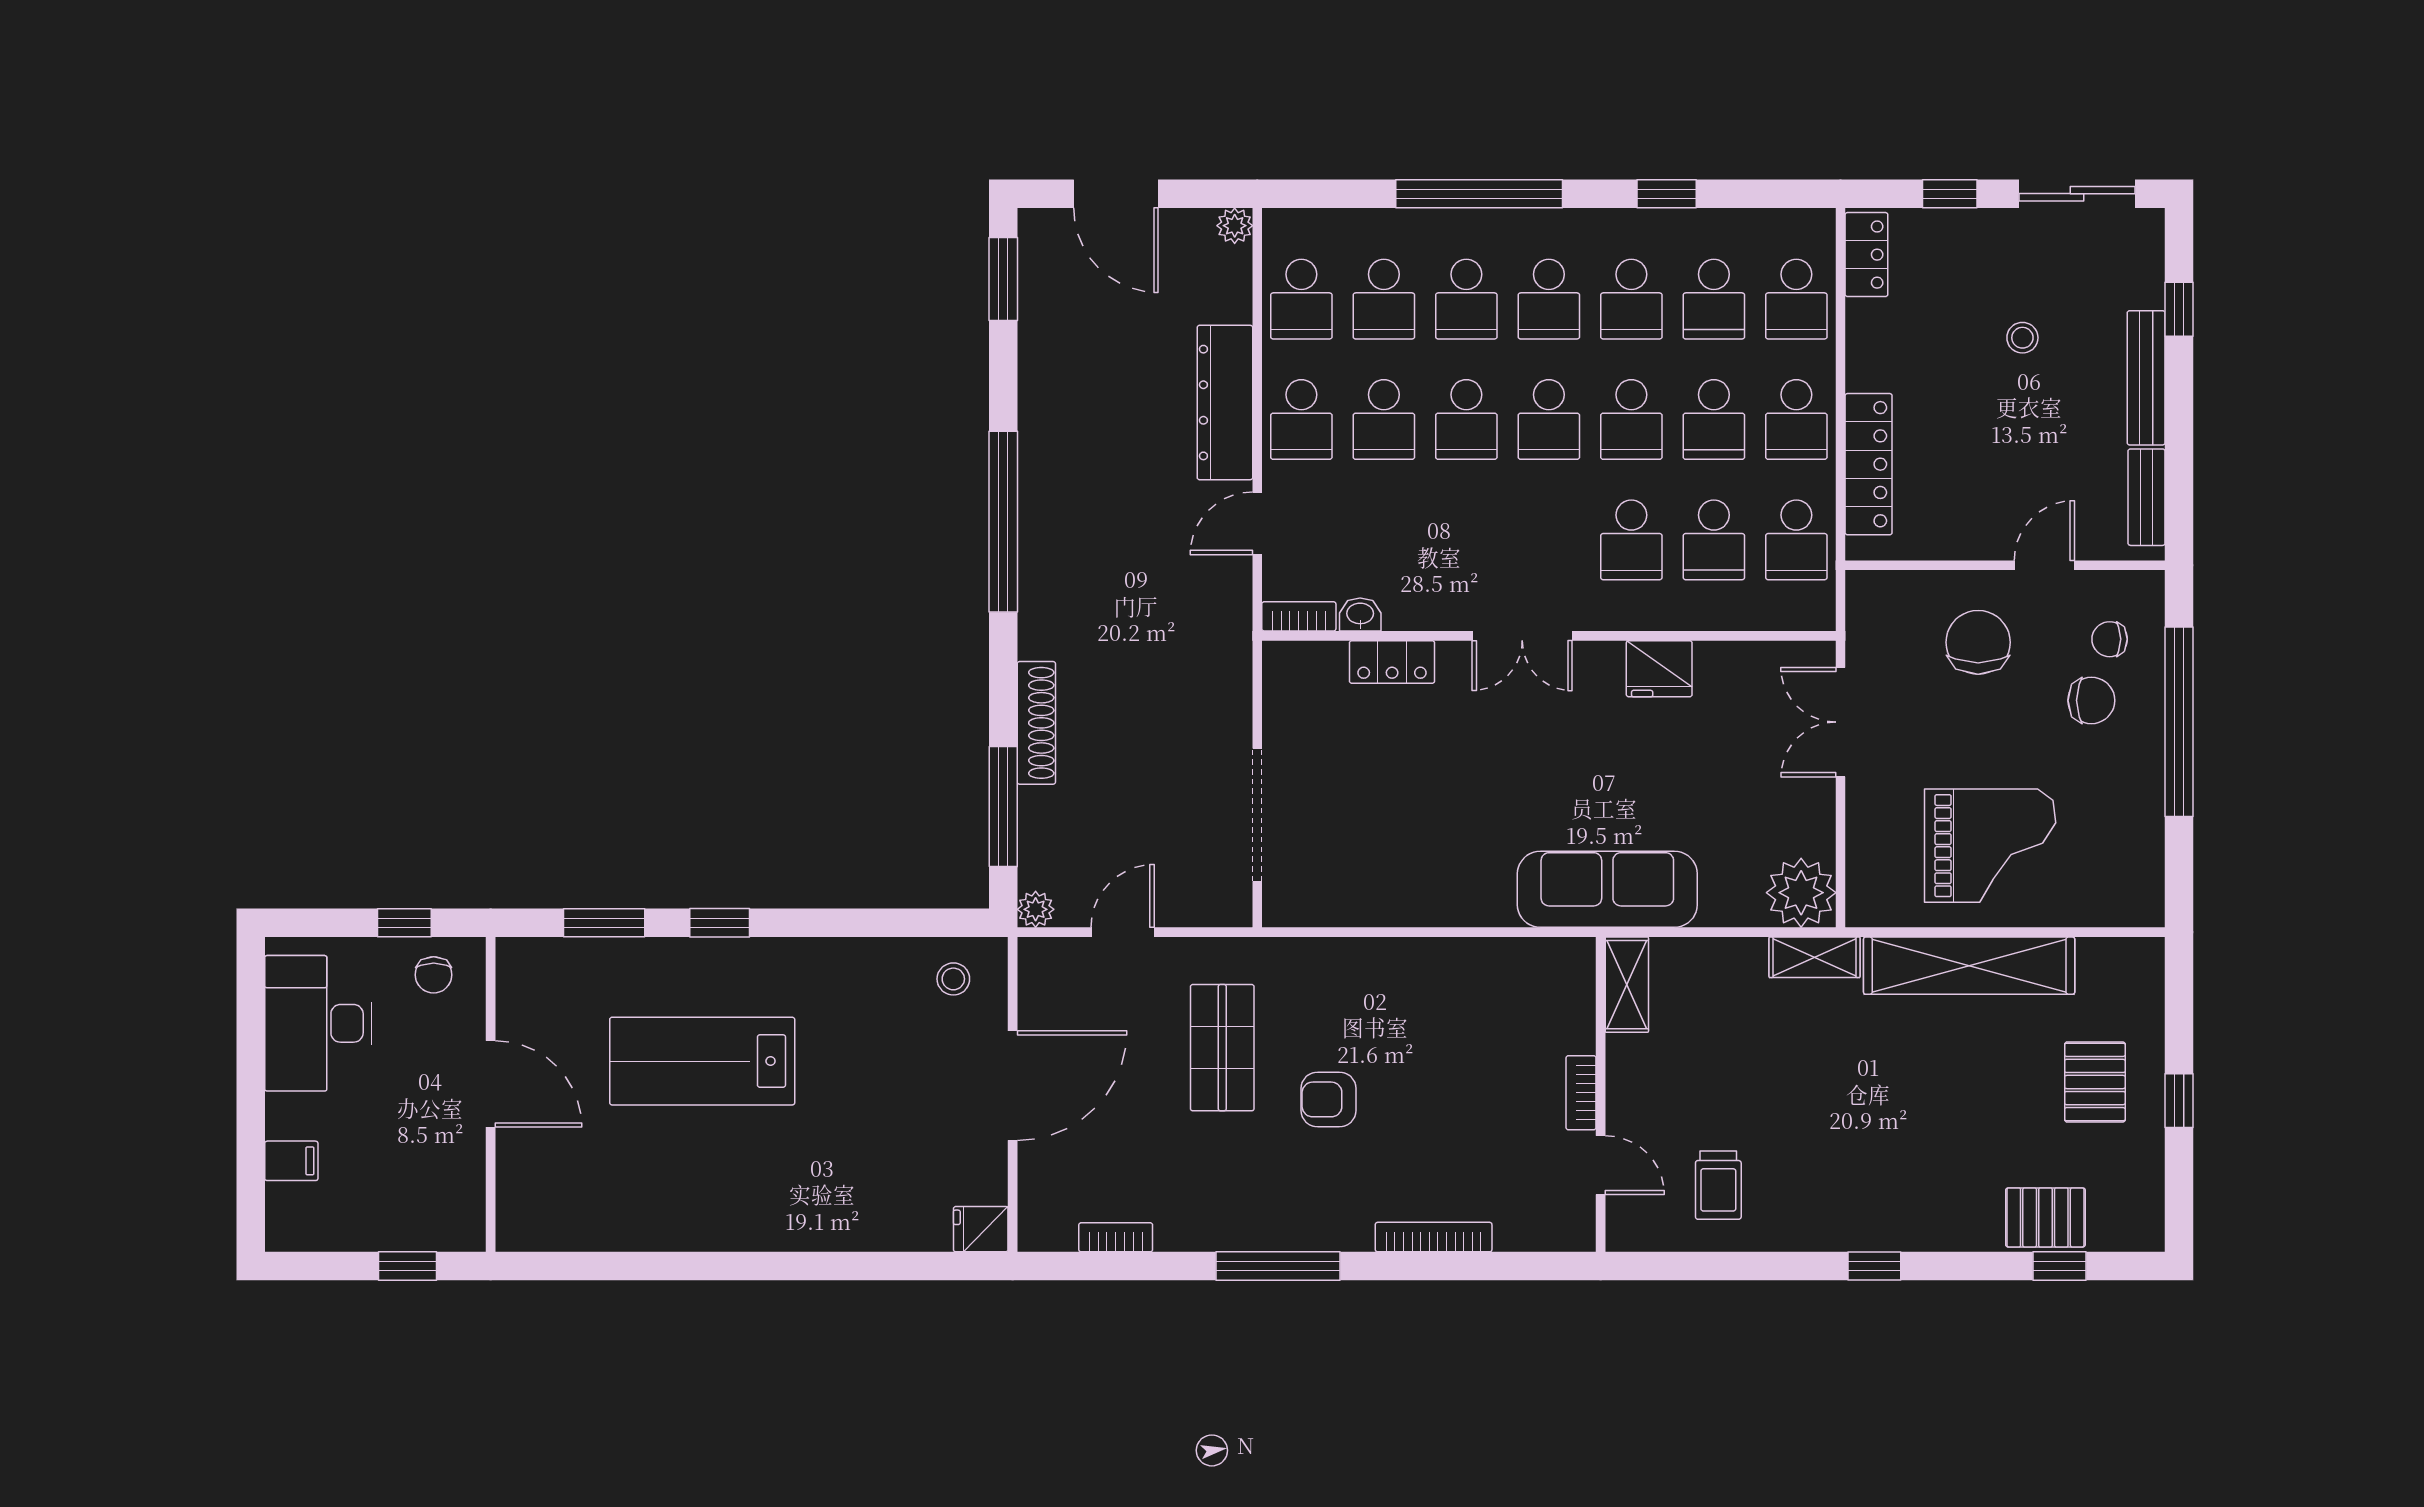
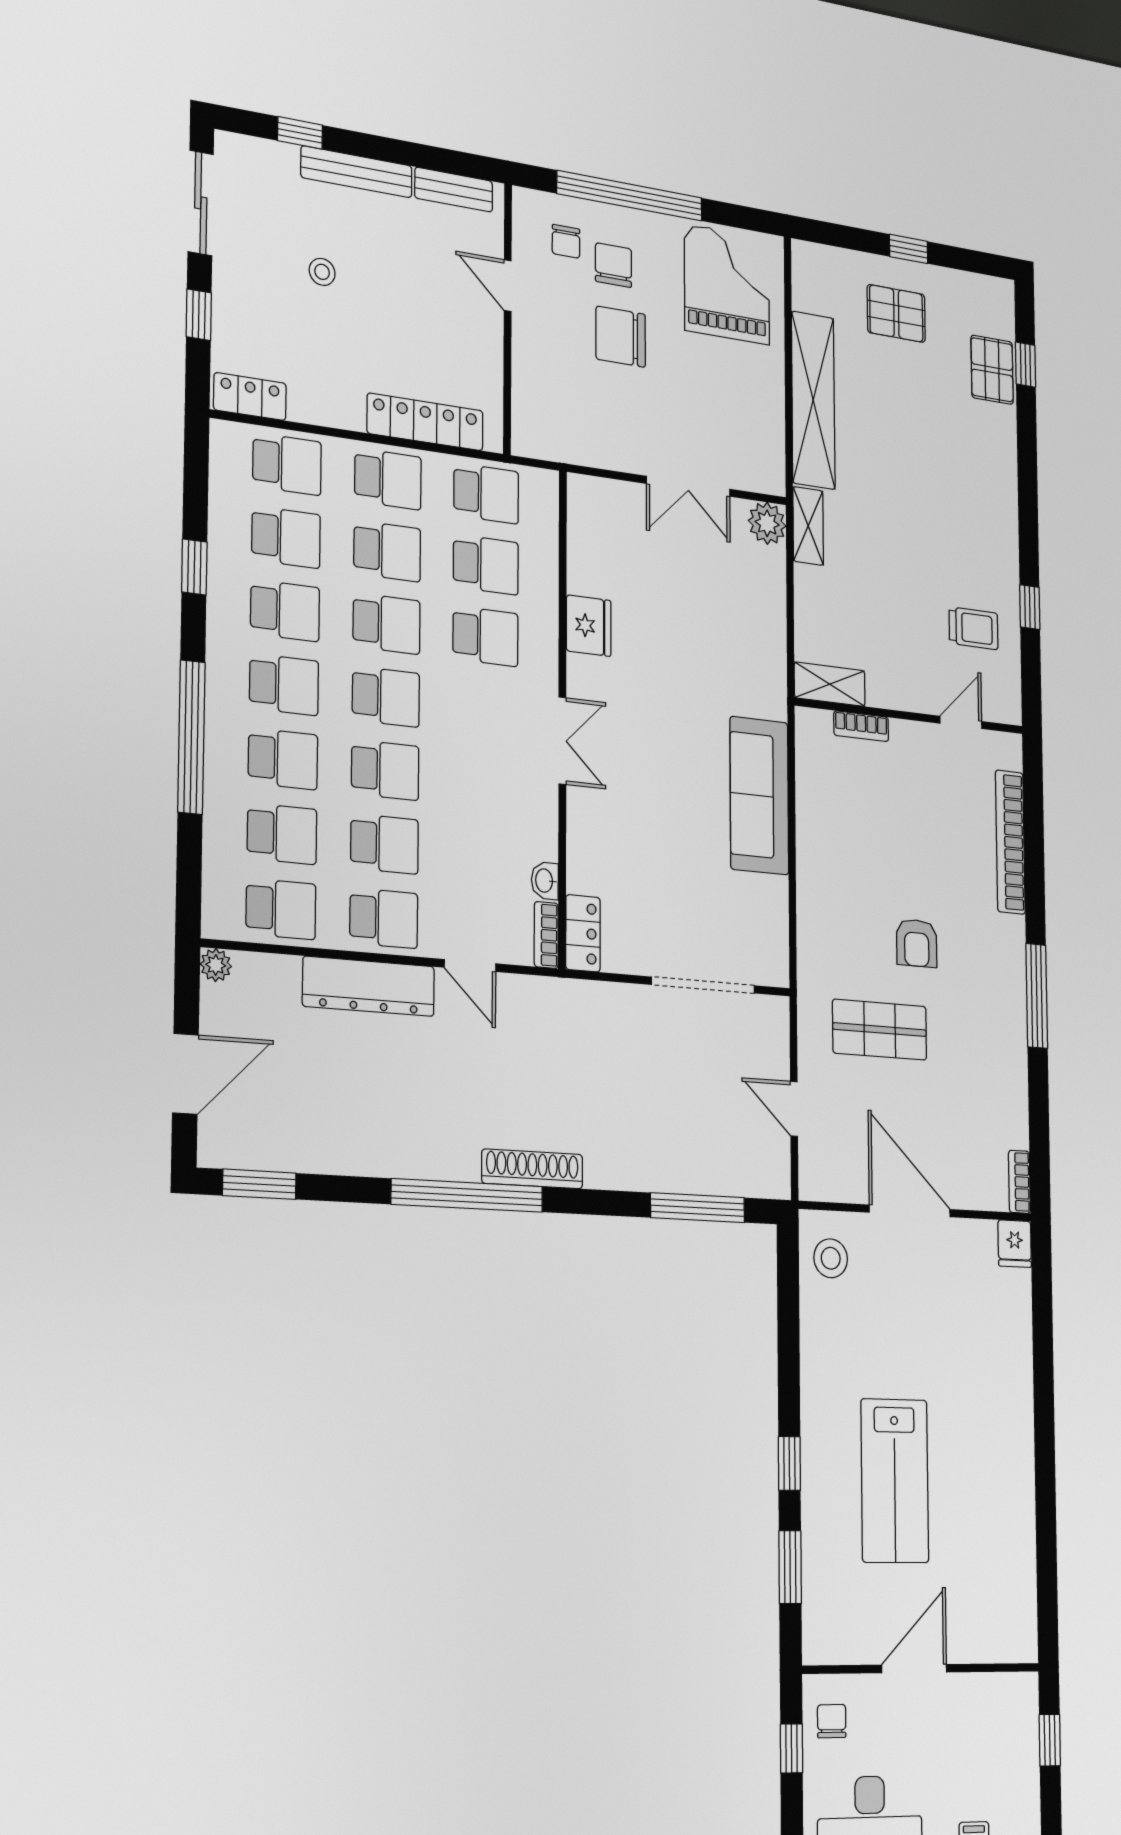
chair: (1978, 642) -> (621, 337), moved
locker: (1392, 662) -> (583, 933), moved
double door: (1840, 722) -> (688, 486), moved
shoe rack: (1036, 723) -> (532, 1169), moved
grand piano: (1990, 846) -> (727, 284), moved
sofa: (1607, 889) -> (759, 796), moved
plant: (1801, 893) -> (767, 523), width x0.73, depth x0.73
plant: (1036, 909) -> (777, 1184), removed
chair: (434, 975) -> (832, 1721), turned -90
stool: (953, 979) -> (831, 1258), width x1.37, depth x1.37
bookcase: (1581, 1093) -> (861, 726), moved
bookcase: (1116, 1237) -> (1019, 1182), moved
bookcase: (1434, 1237) -> (1010, 842), width x1.48, depth x1.31
window: (1874, 1266) -> (1030, 607), moved

